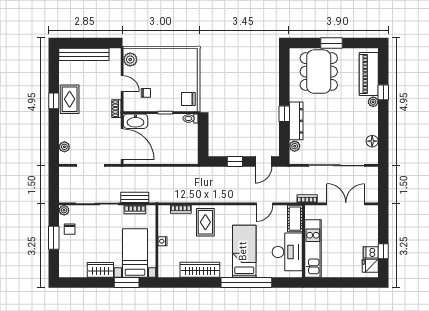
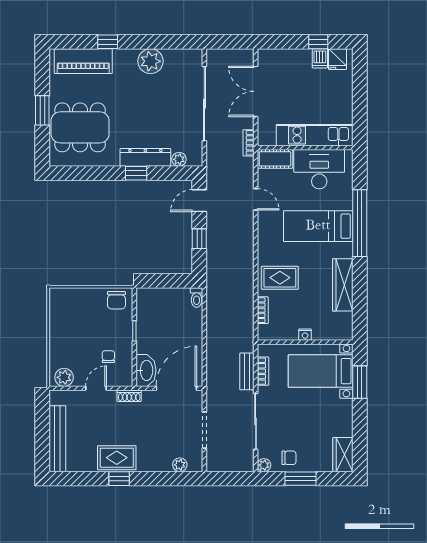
plant: (373, 102) -> (150, 61), moved, width x1.88, depth x1.88
toilet: (190, 118) -> (197, 297), moved
floor lamp: (372, 141) -> (172, 56), removed
door: (263, 161) -> (199, 201), swing flipped
wardrobe: (100, 270) -> (343, 455), moved

